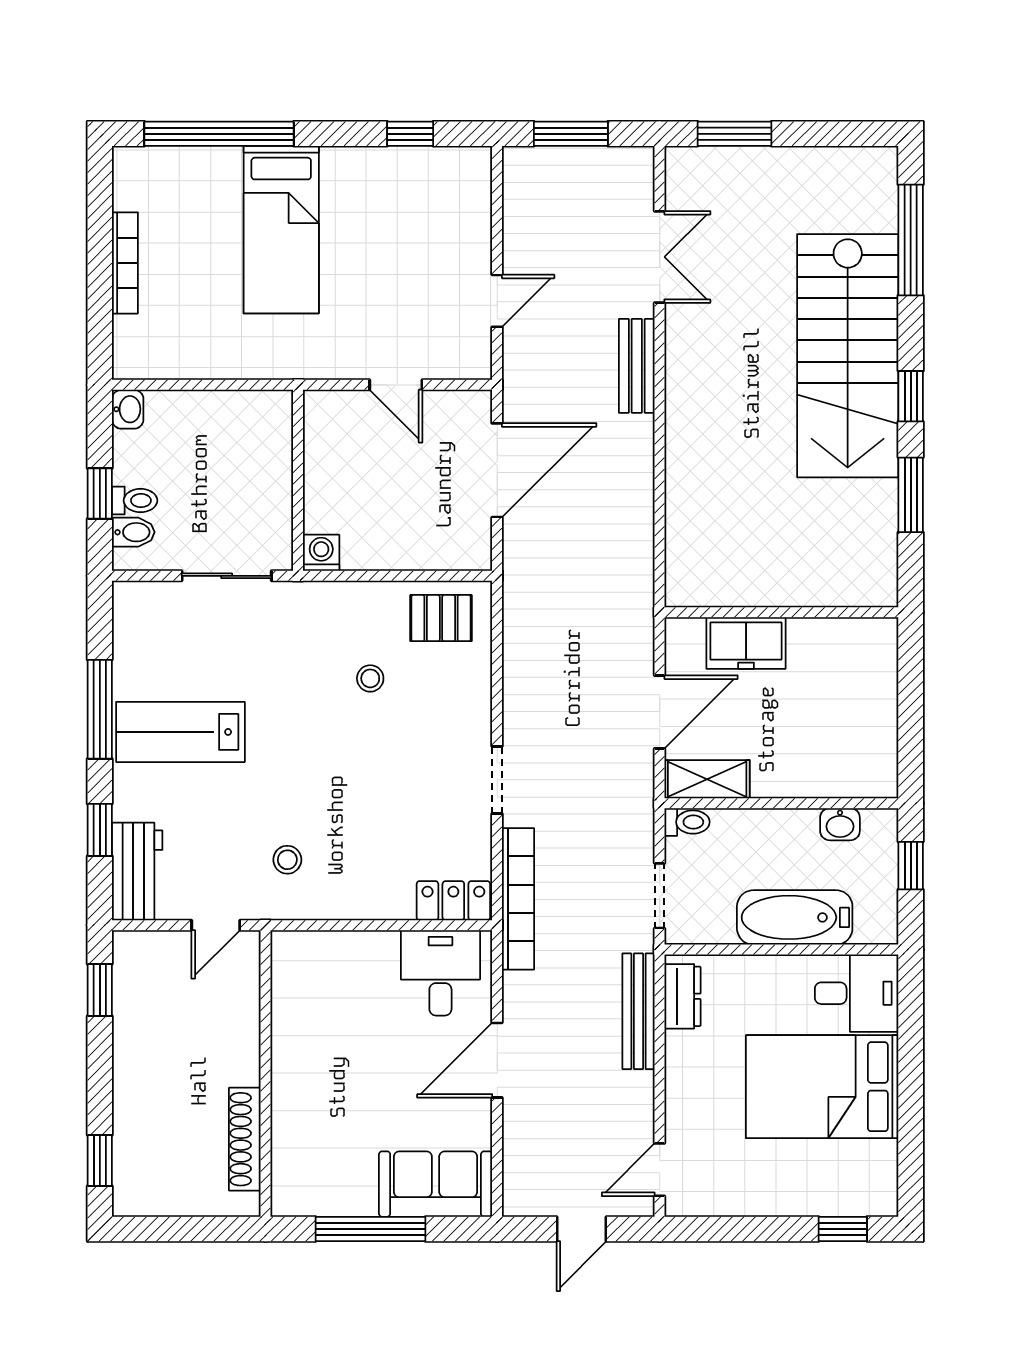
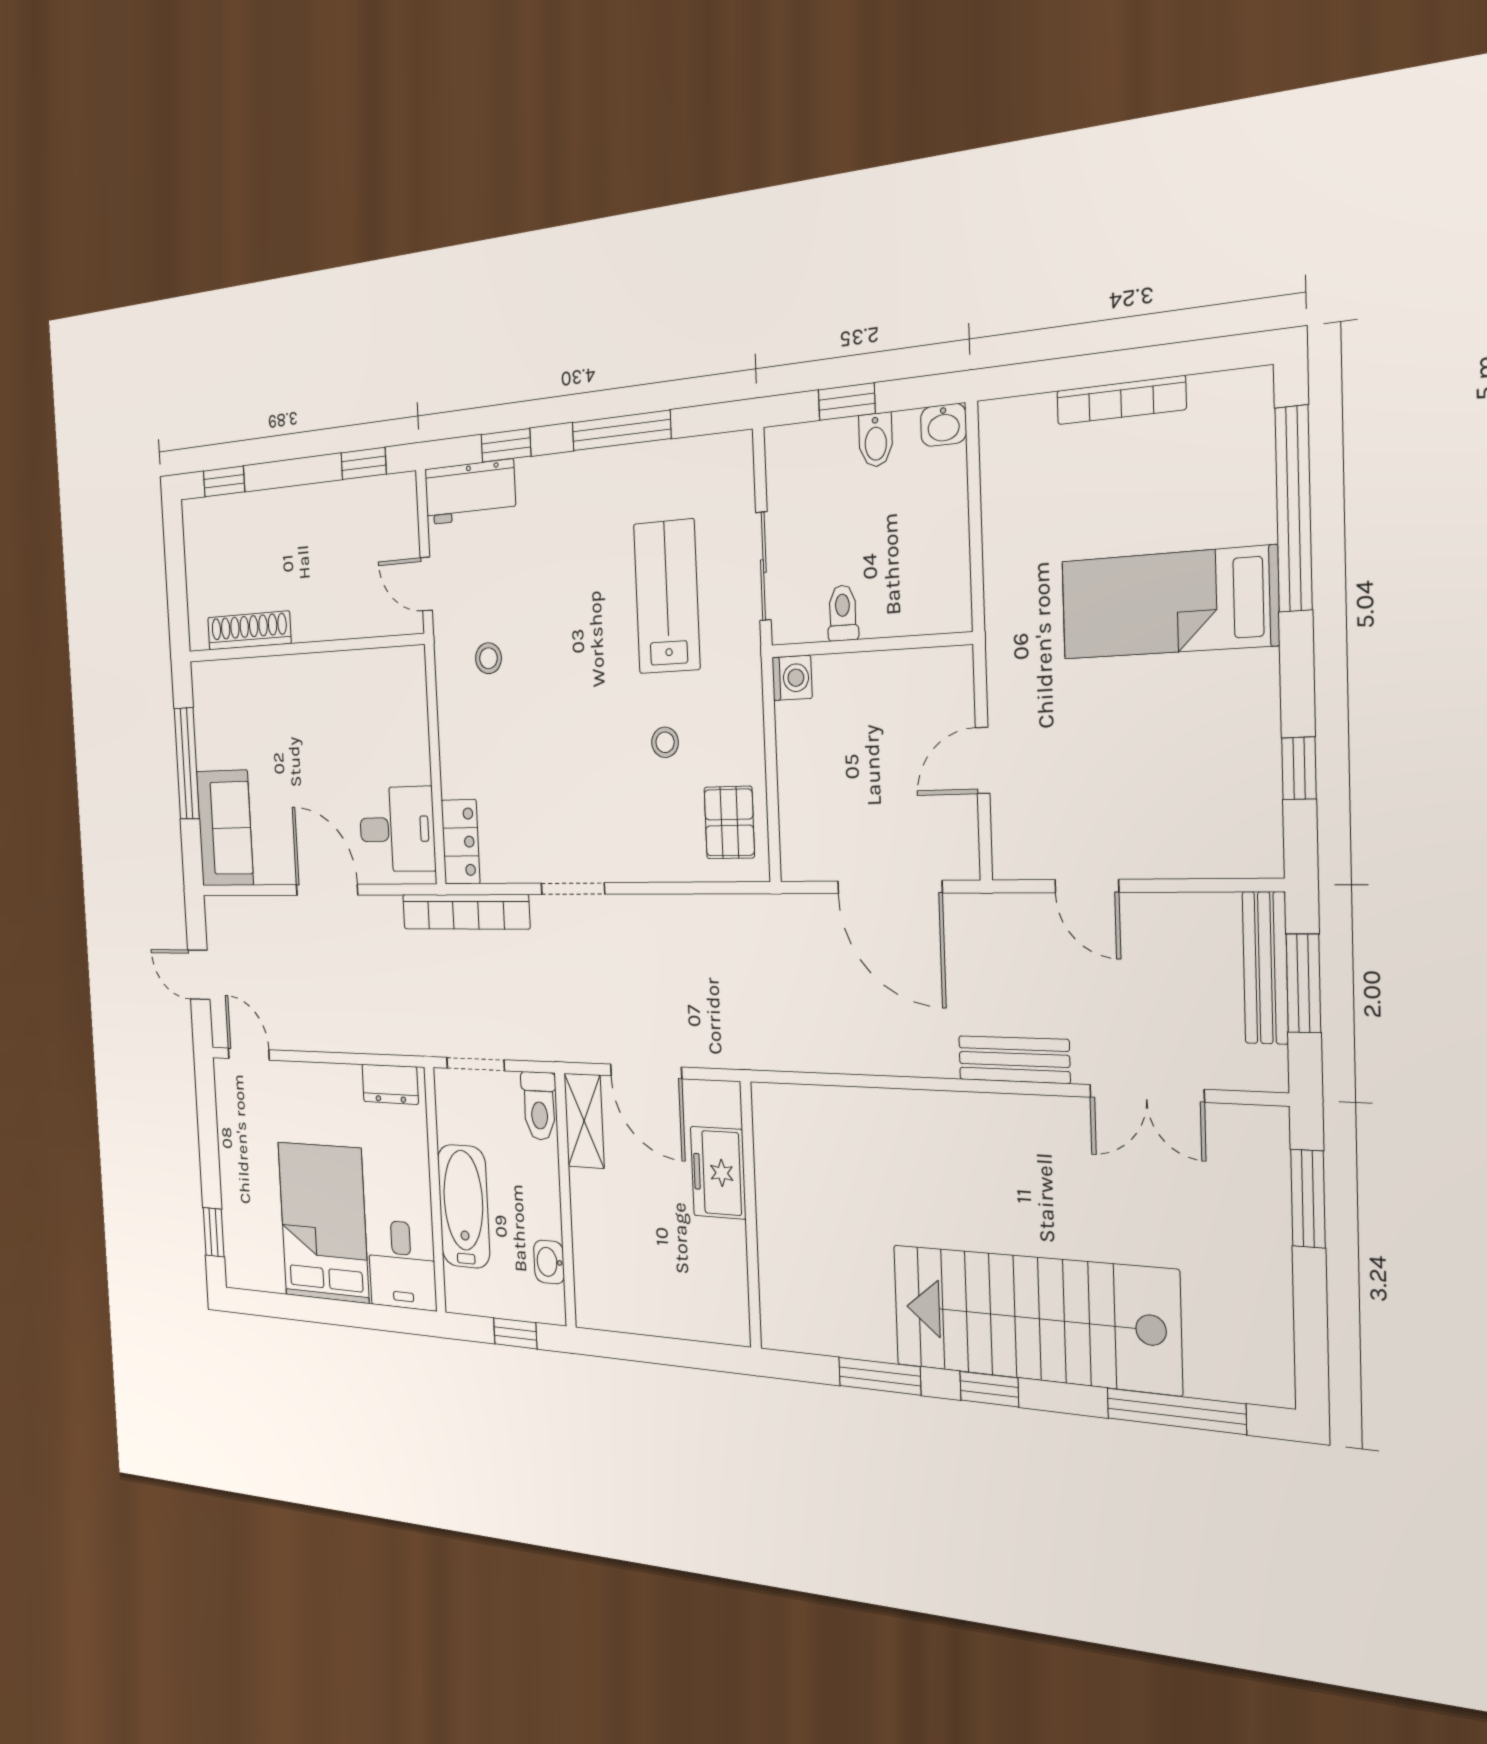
toilet: (135, 501) -> (843, 613), moved, turned 180
bidet: (133, 532) -> (876, 440), moved
lab bench: (180, 732) -> (667, 597), moved
toilet: (687, 822) -> (539, 1106), width x1.37, depth x1.39
bench: (638, 1011) -> (1265, 968), moved, turned 90

